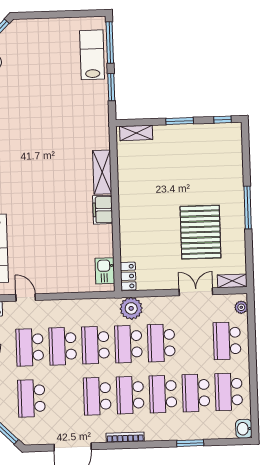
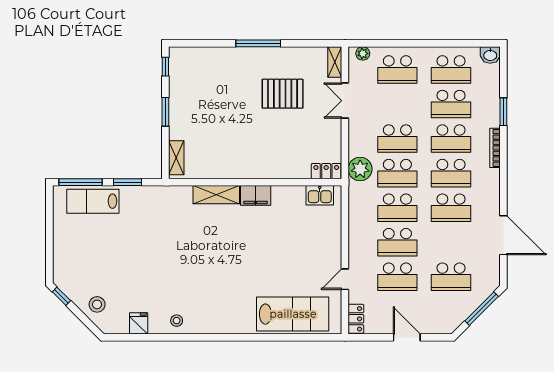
pallet: (200, 232) -> (283, 94), width x0.73, depth x0.71
bookcase: (125, 437) -> (495, 148), moved

